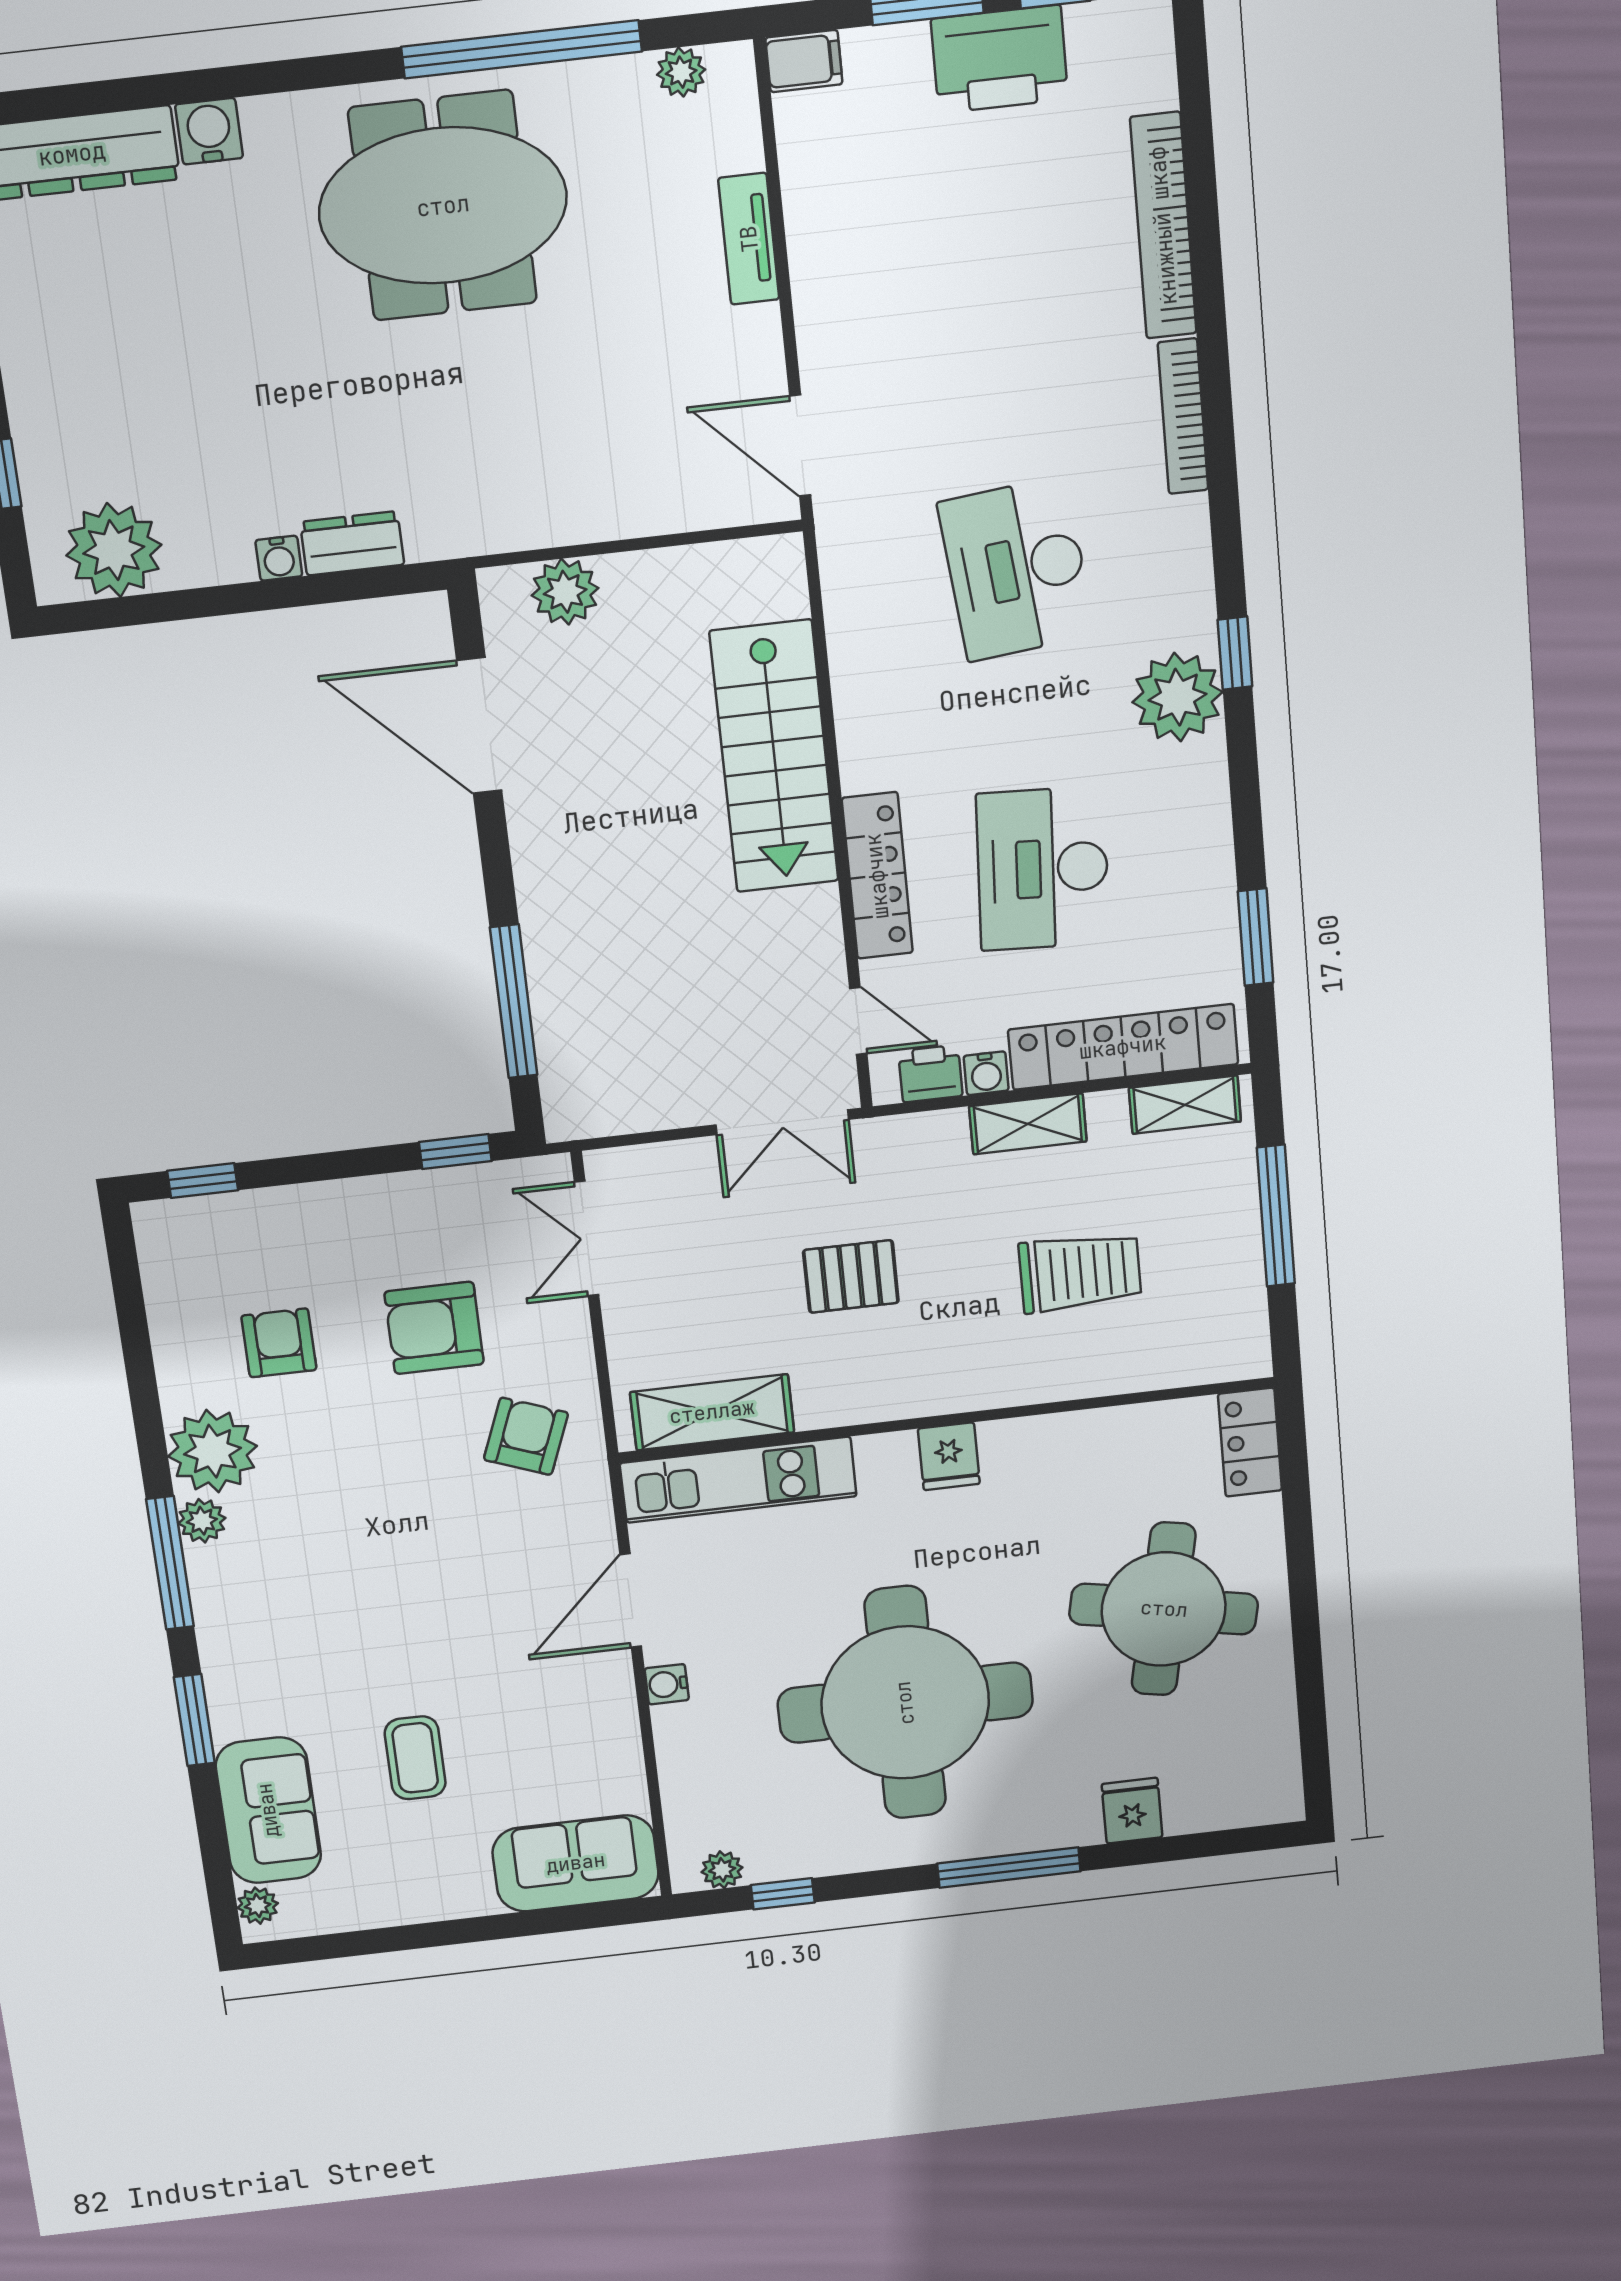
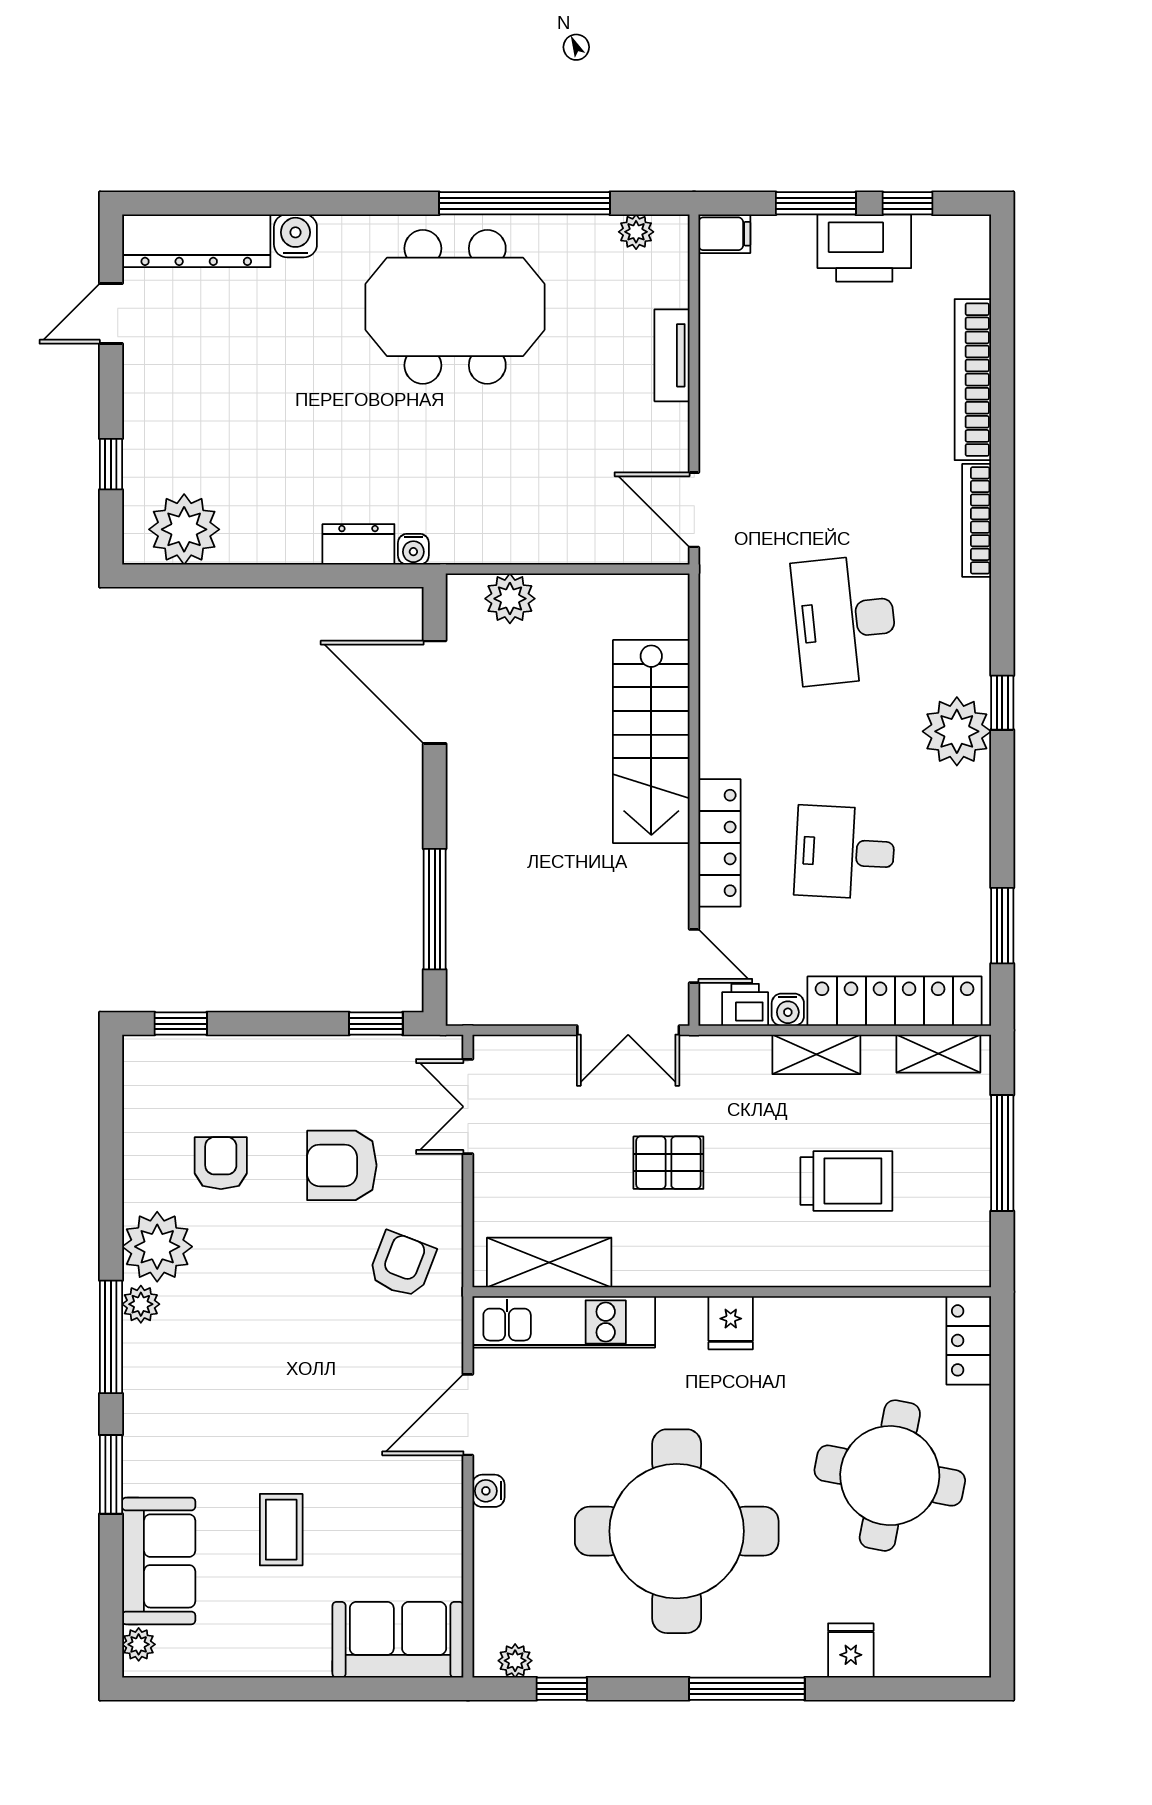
water cooler: (279, 558) -> (413, 549), moved
desk: (1043, 869) -> (845, 852), width x0.73

